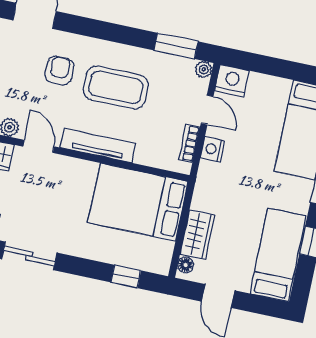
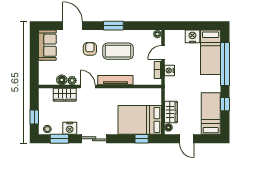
window: (176, 46) -> (113, 26), moved
nightstand: (232, 81) -> (192, 36), moved
door: (207, 110) -> (163, 53), swing flipped
bed: (138, 202) -> (140, 120), moved

